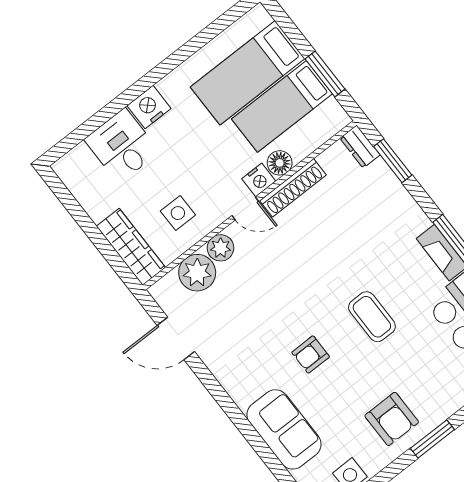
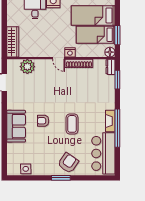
floor lamp: (280, 163) -> (110, 52), moved
side table: (178, 213) -> (36, 43), removed
plant: (221, 248) -> (41, 64), removed
armchair: (392, 419) -> (68, 163), moved, turned -145
sofa: (284, 429) -> (16, 126), moved

